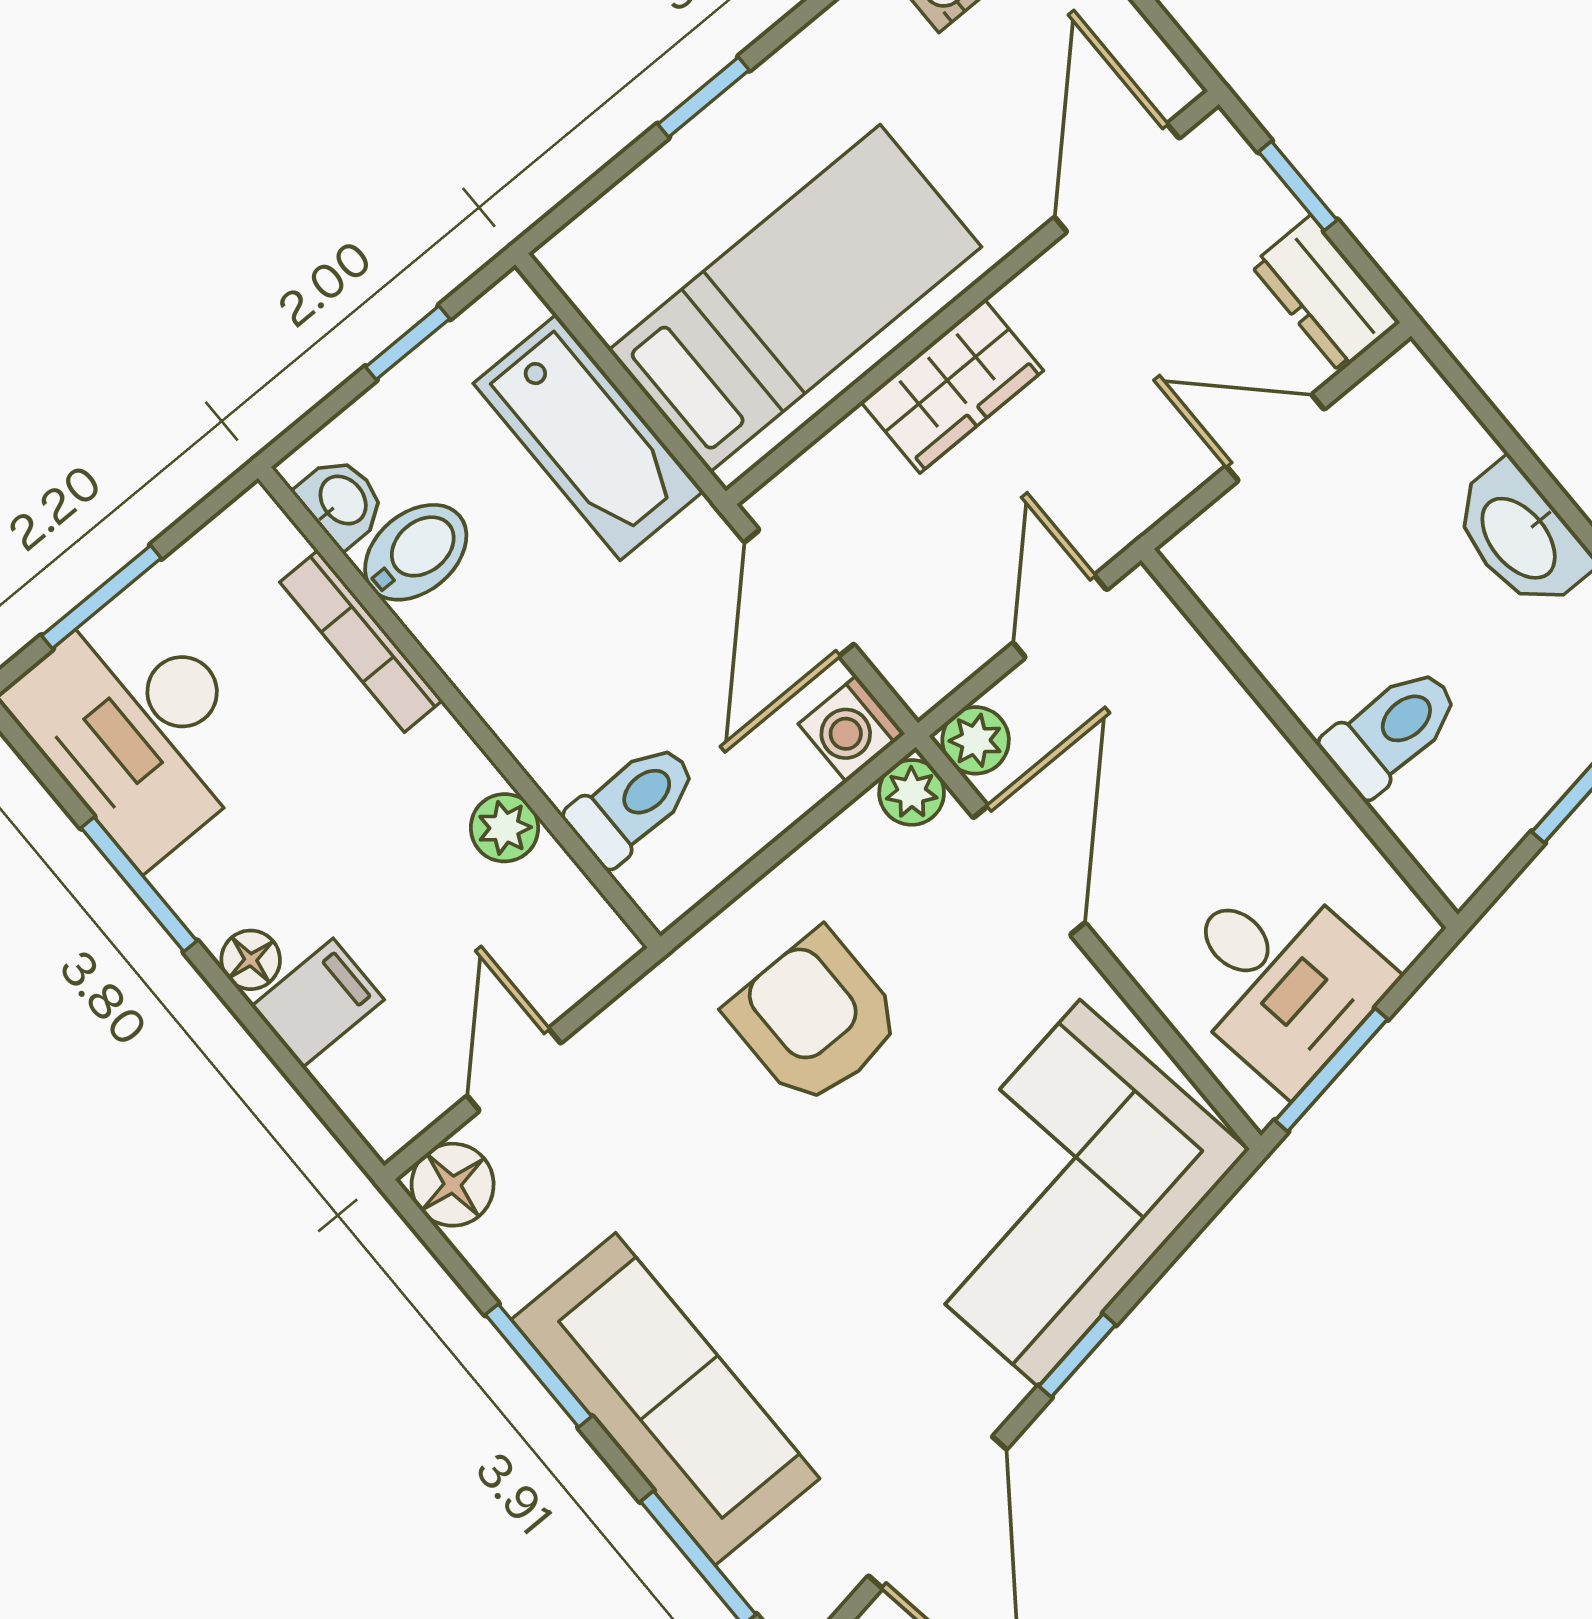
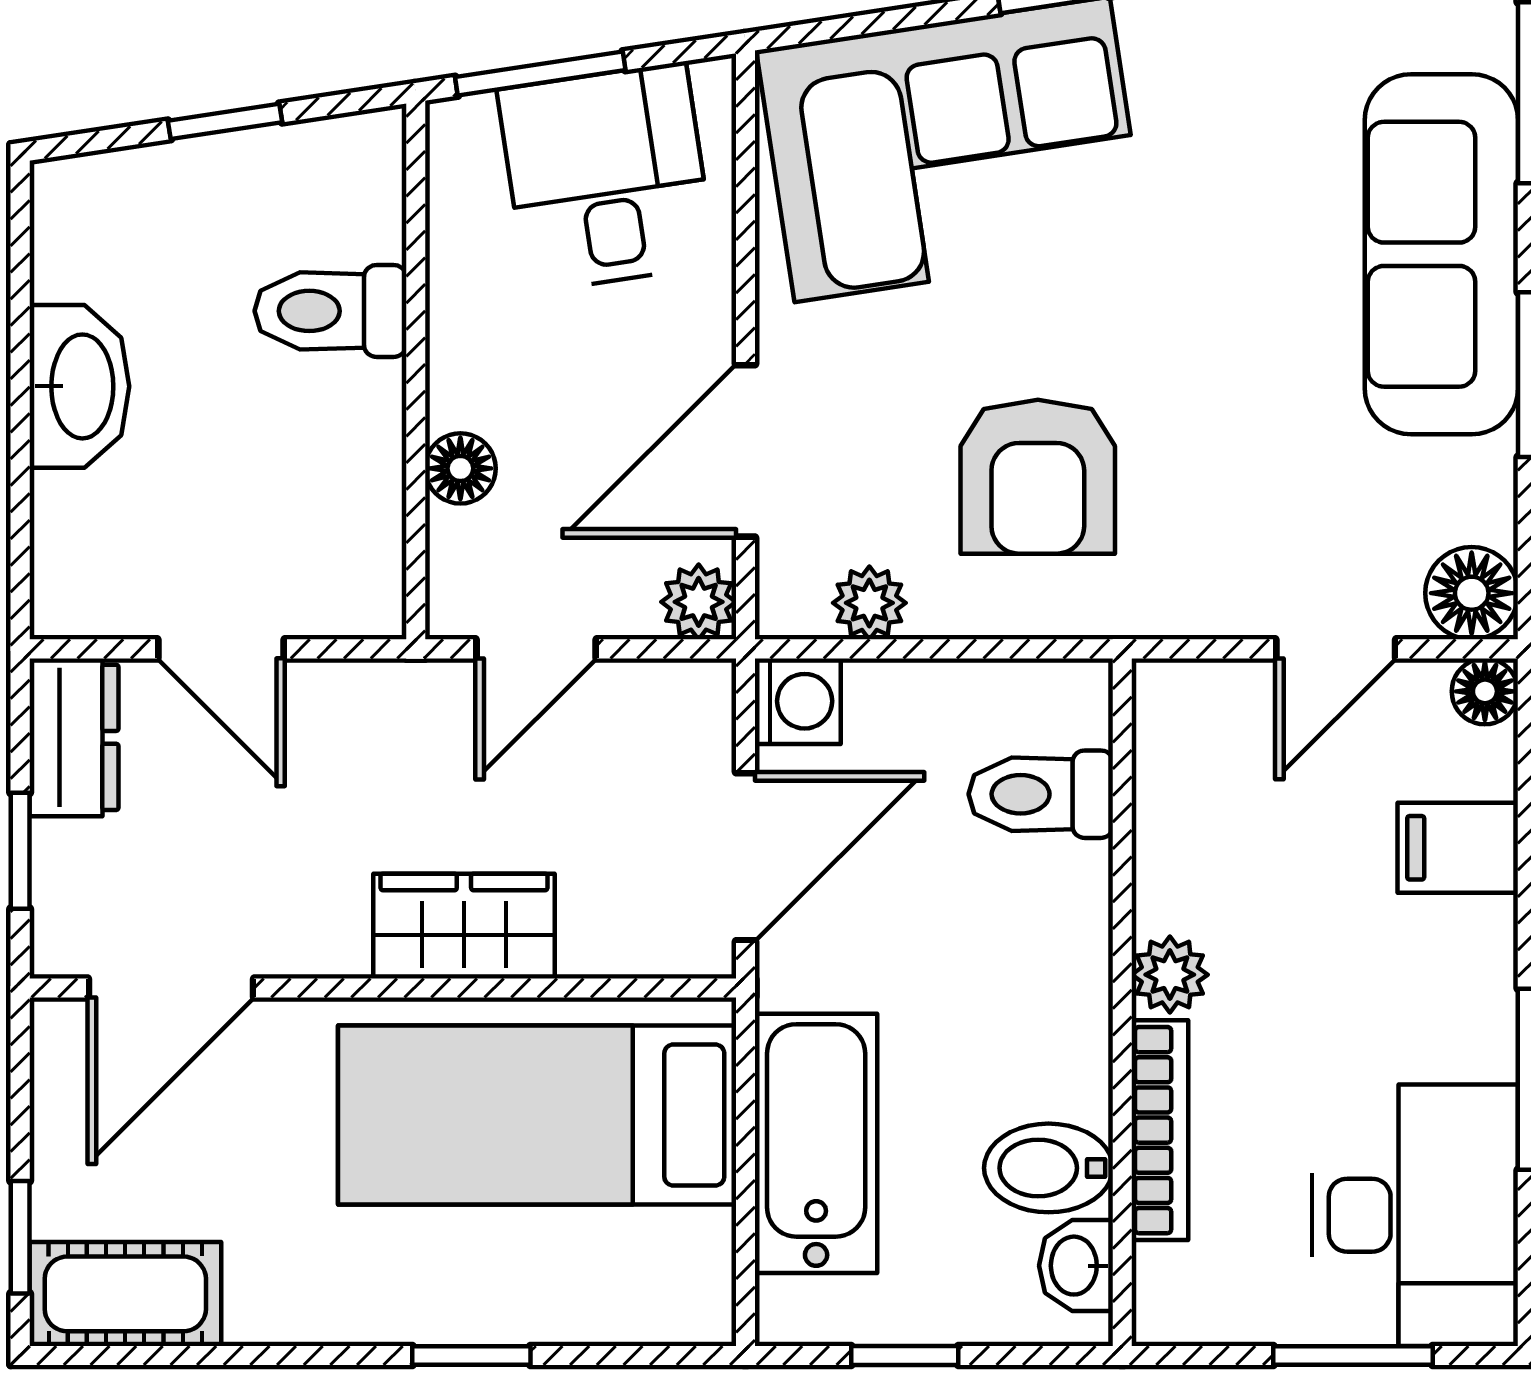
floor lamp: (1214, 697) -> (460, 468), added
plant: (912, 792) -> (869, 603), moved
plant: (504, 828) -> (1170, 975), moved
floor lamp: (251, 960) -> (1485, 691), moved
window: (1331, 1070) -> (540, 74), moved

